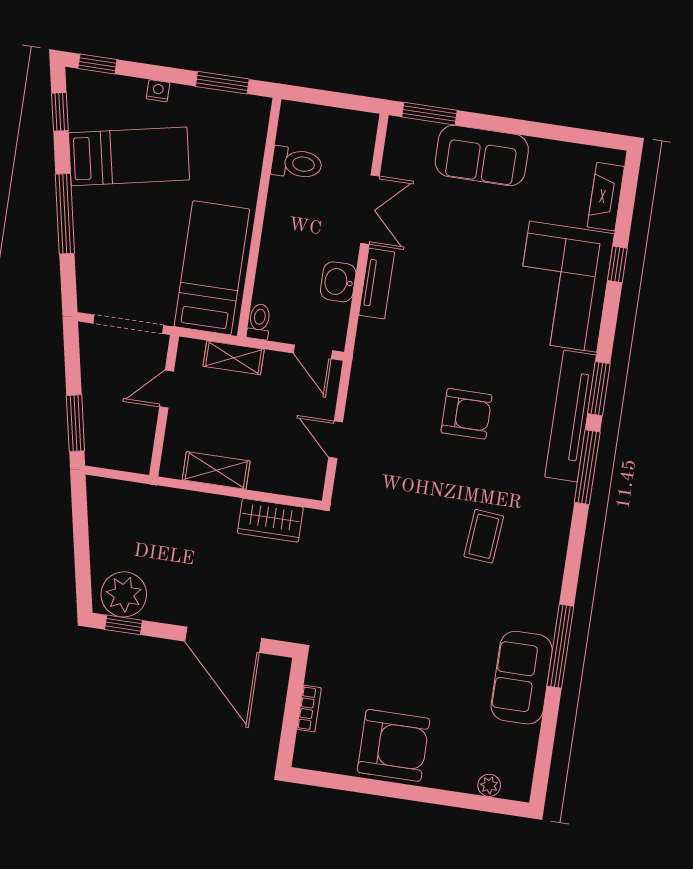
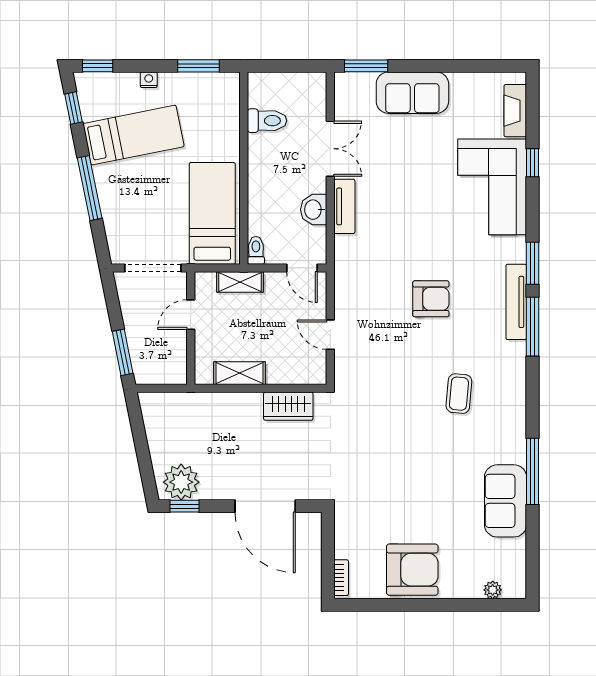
tv unit: (571, 416) -> (516, 302), width x0.73, depth x0.78
bookcase: (309, 709) -> (341, 578), moved

